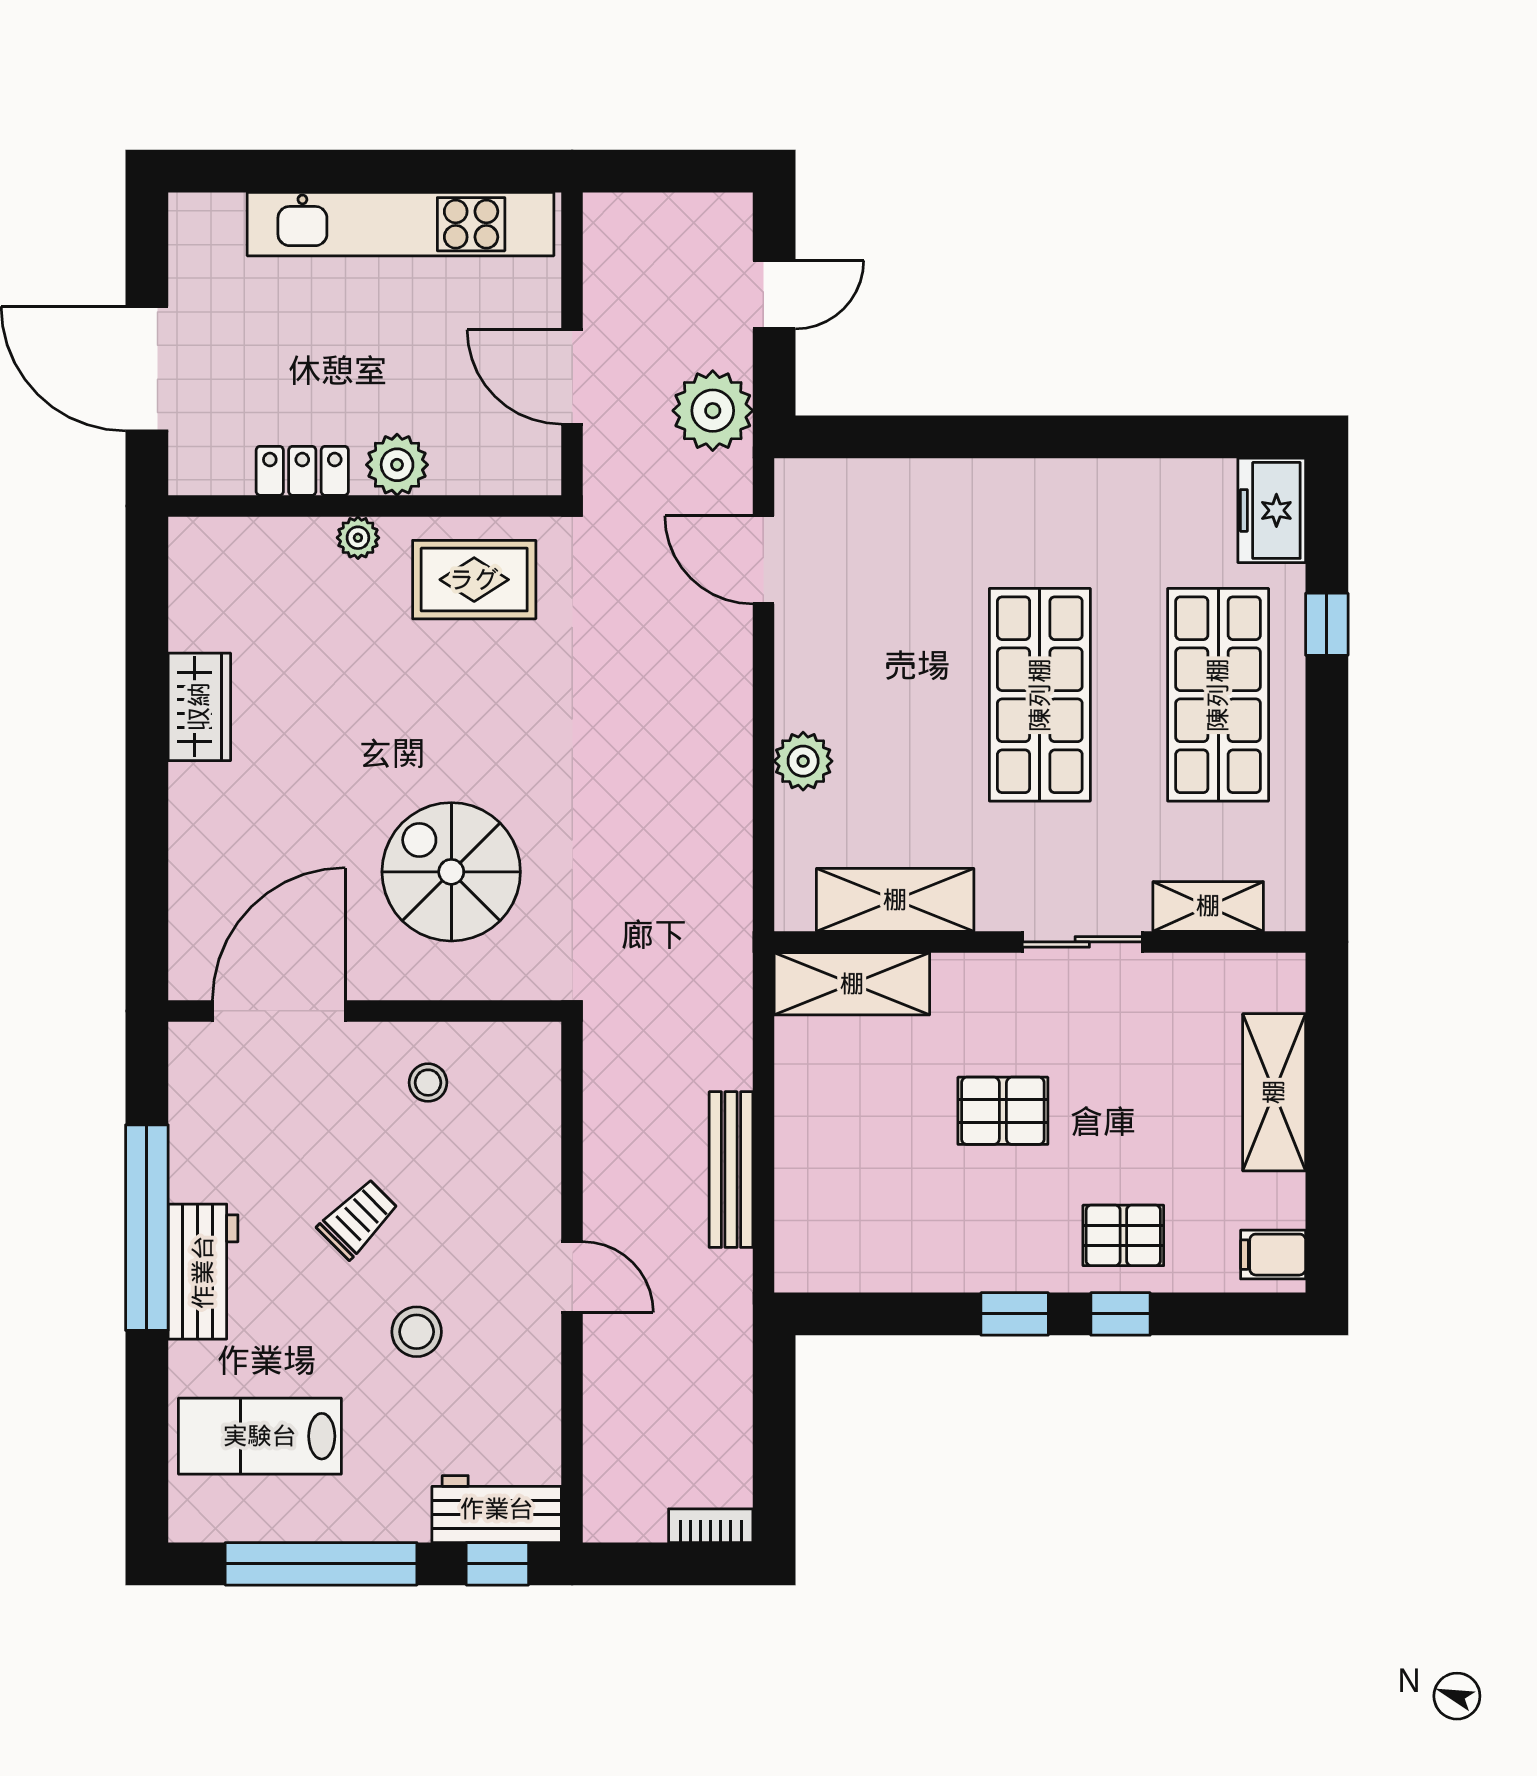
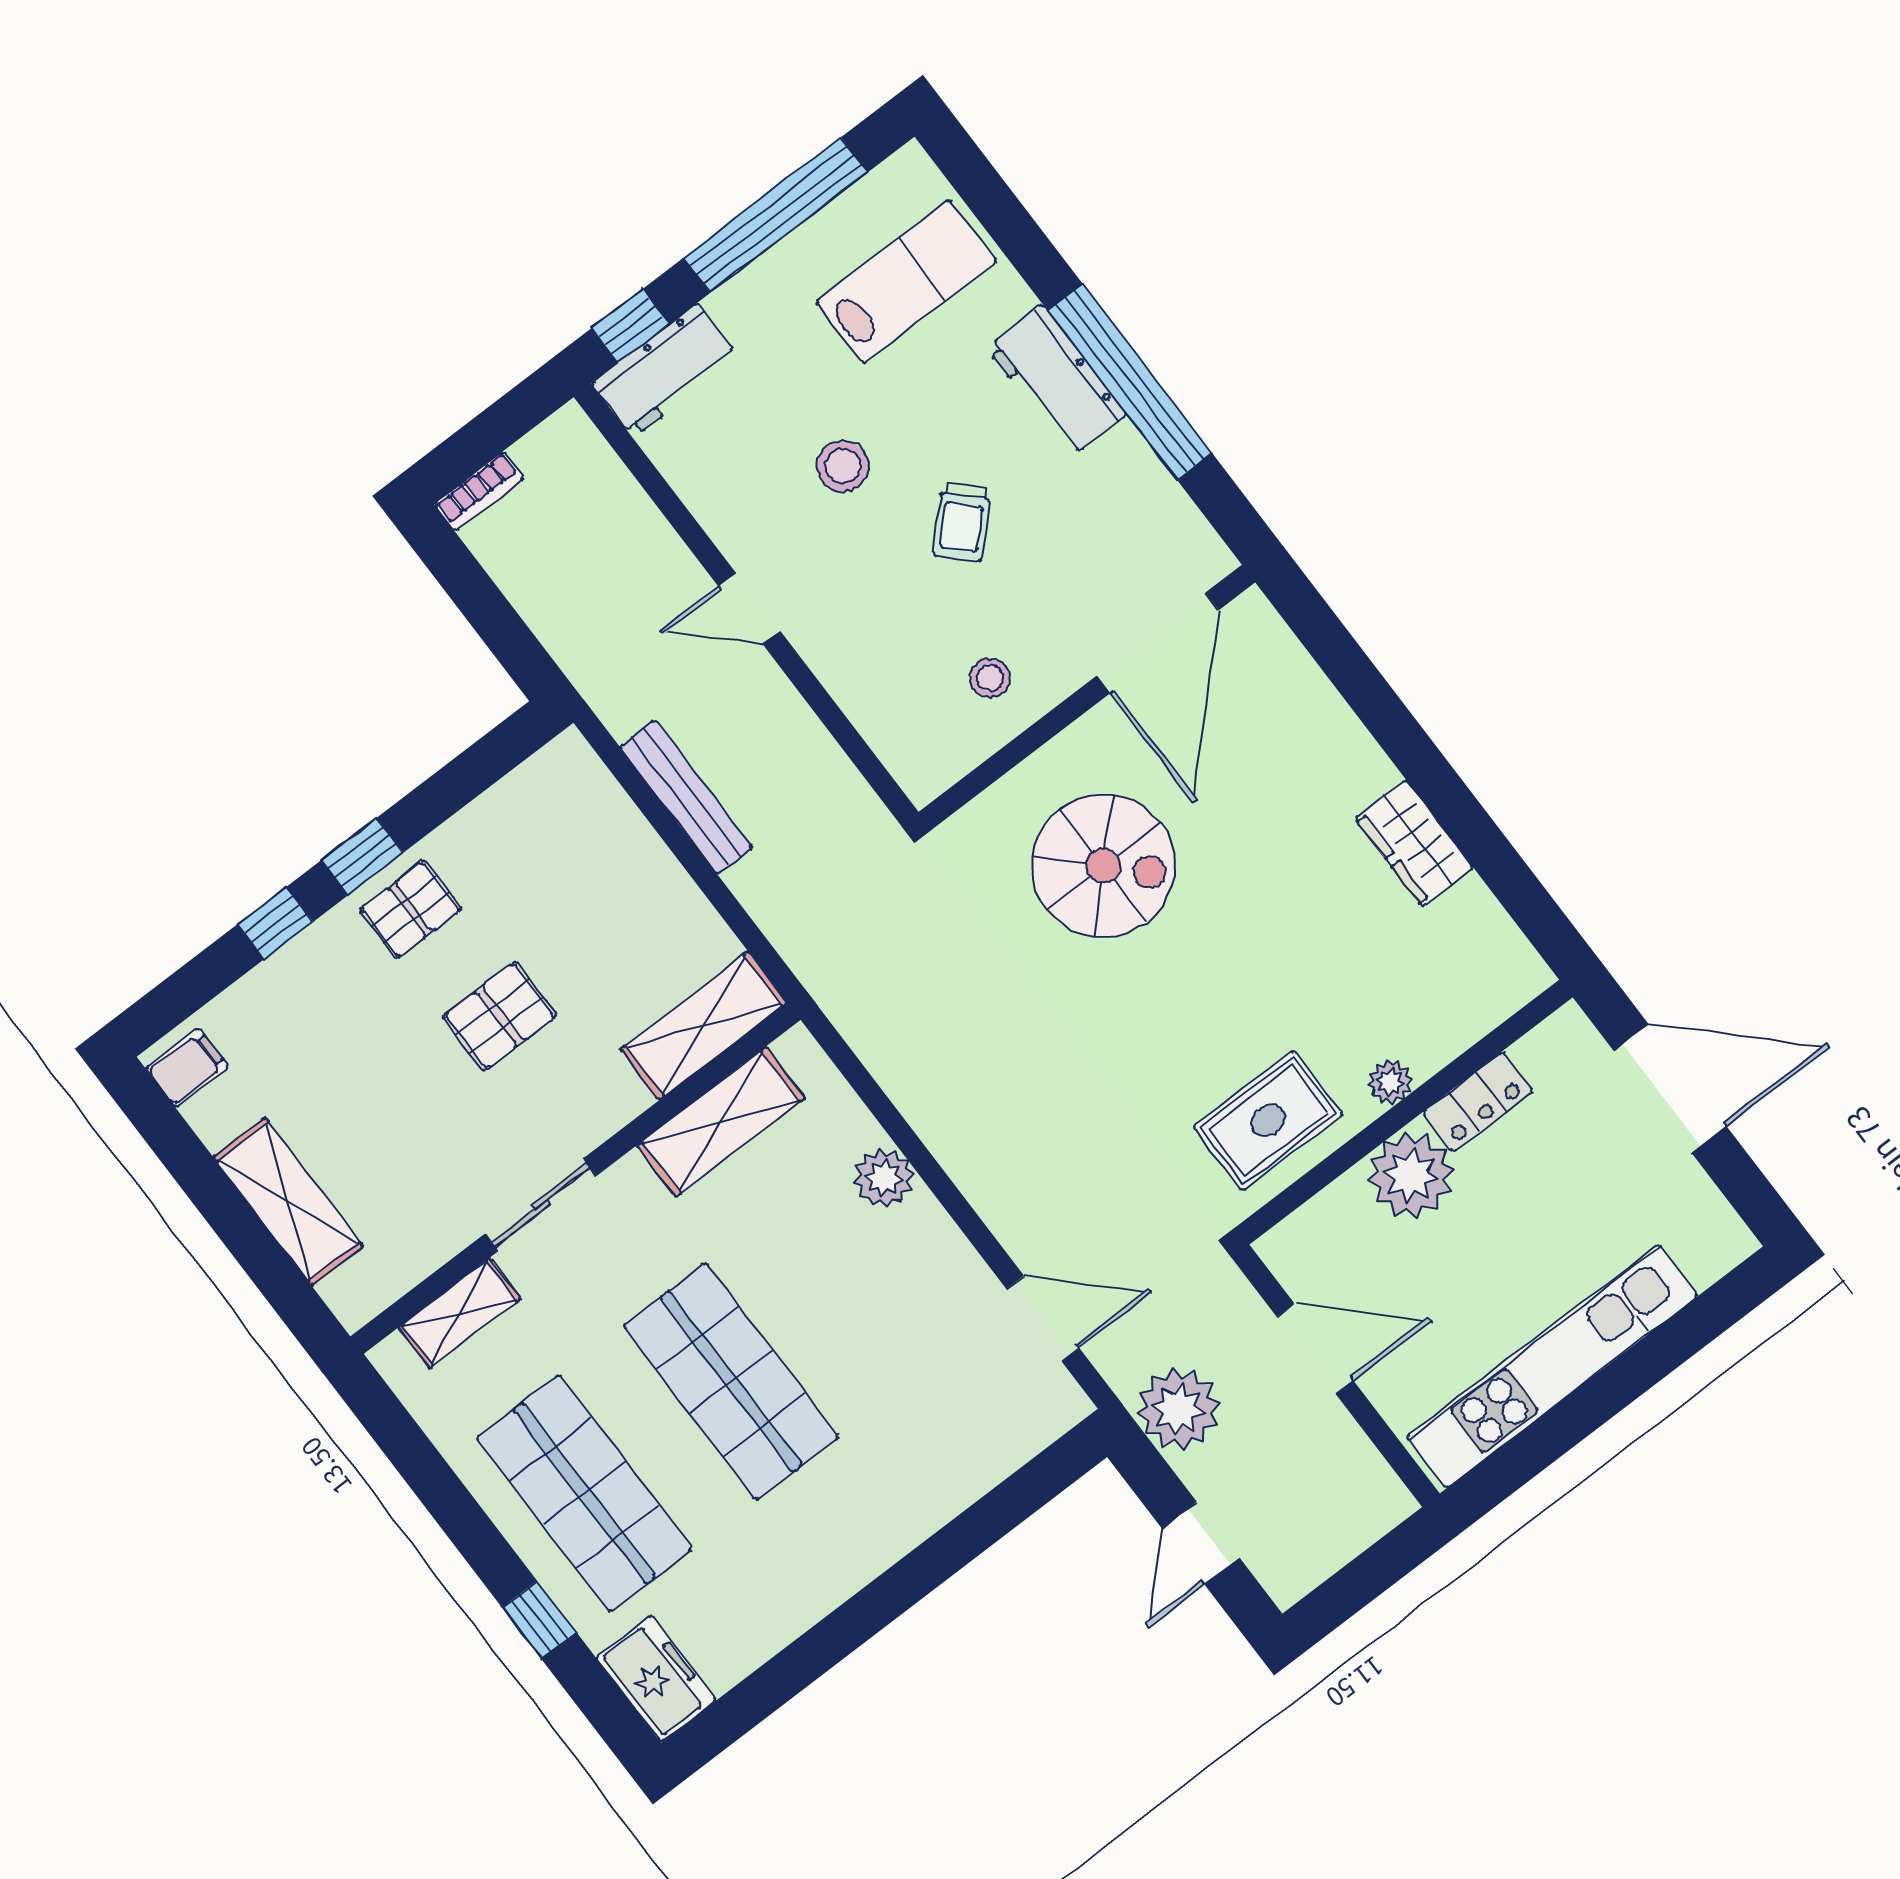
plant: (397, 465) -> (1411, 1176), width x1.36, depth x1.36
pallet: (1123, 1235) -> (410, 909), moved

